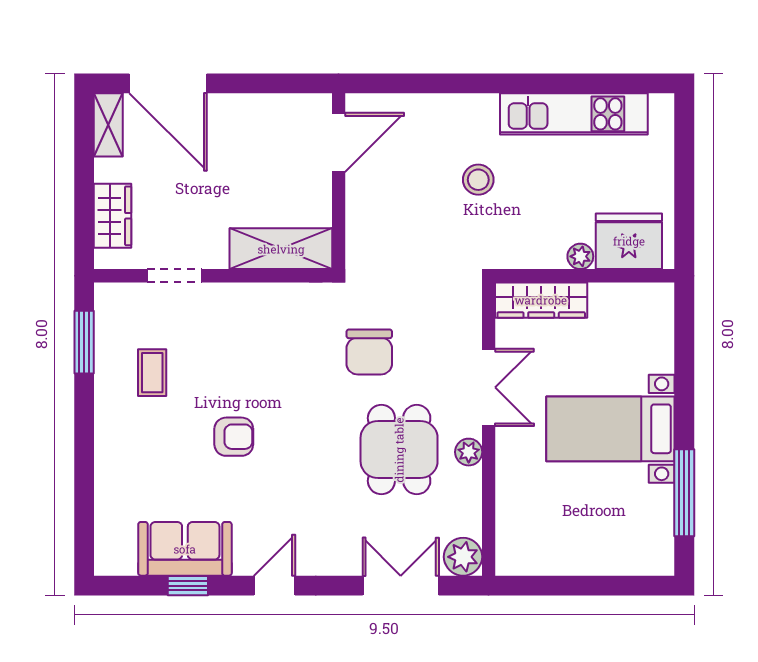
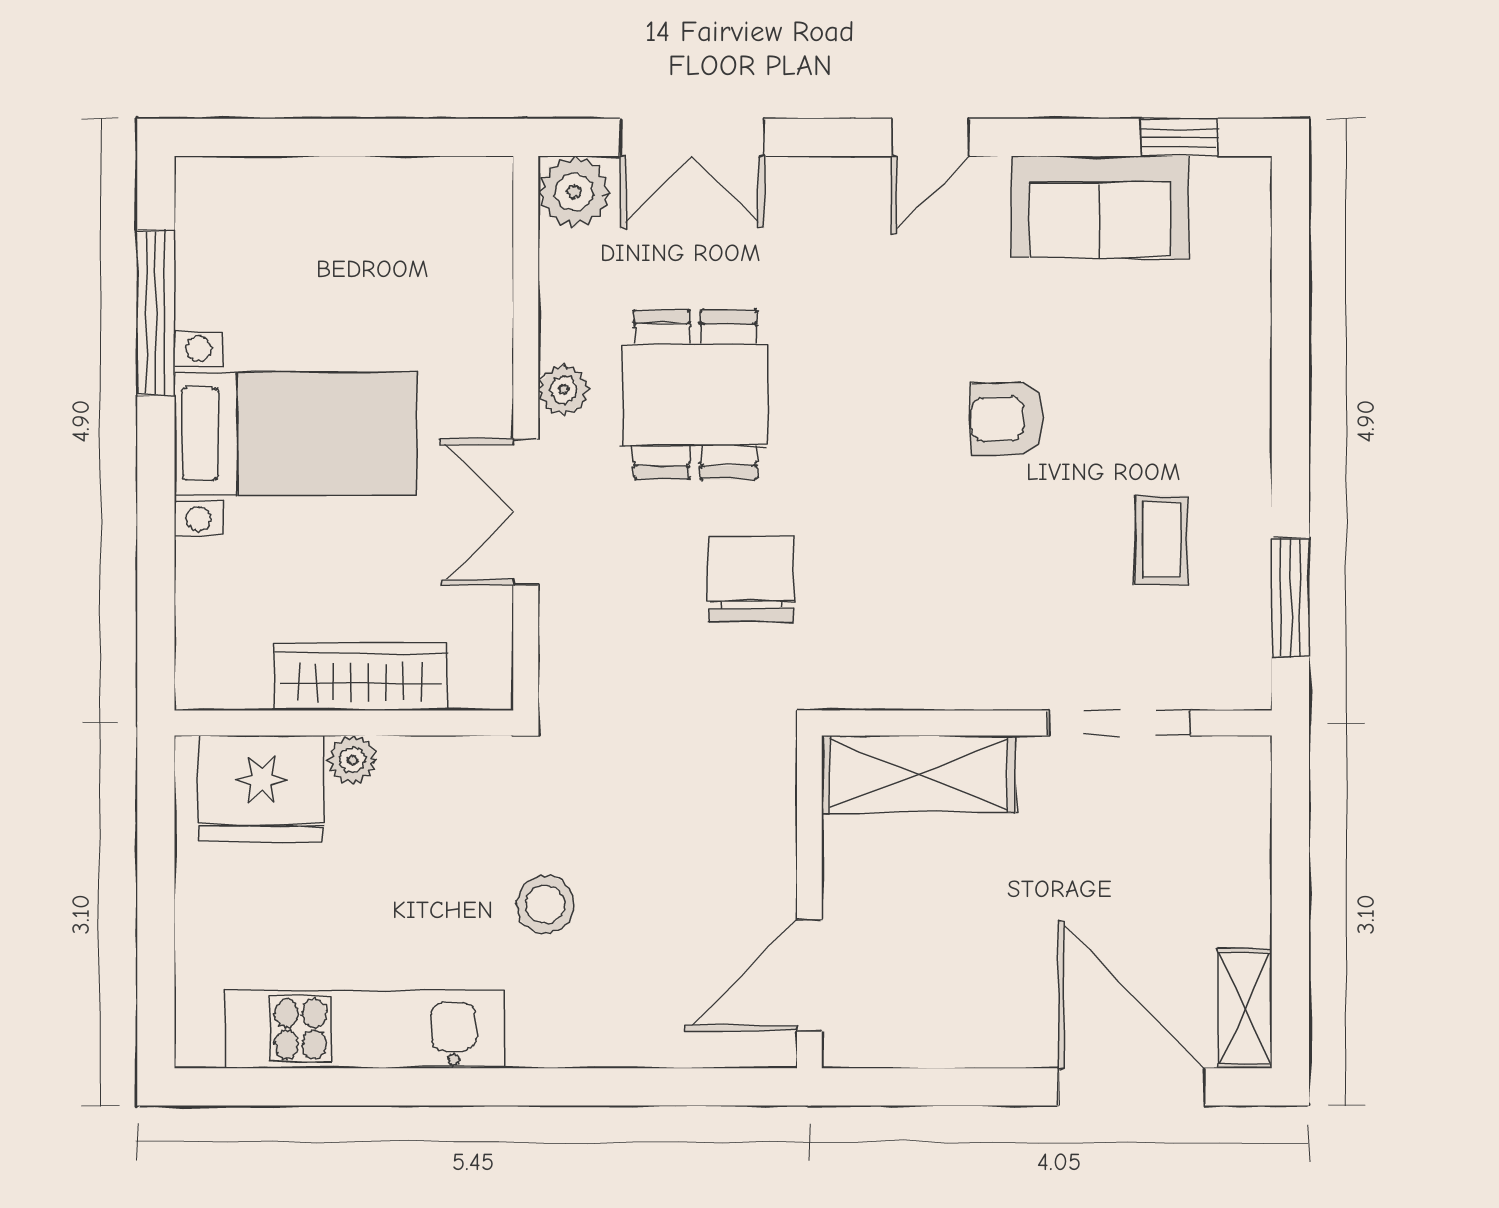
wardrobe: (113, 216) -> (1237, 836), removed
doorway: (175, 276) -> (1120, 723), width x1.38
wardrobe: (541, 300) -> (360, 677), moved
window: (188, 586) -> (1180, 137), moved

